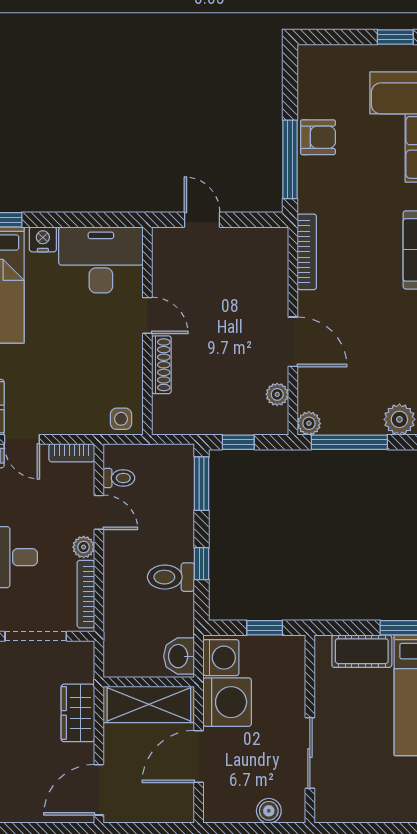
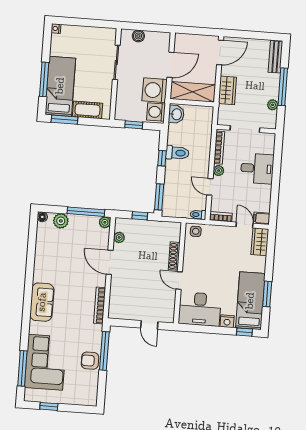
toilet: (119, 478) -> (198, 215), moved

